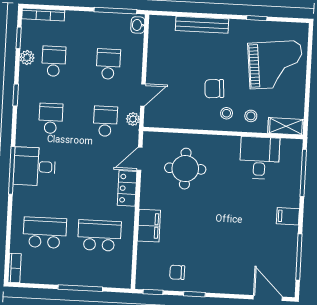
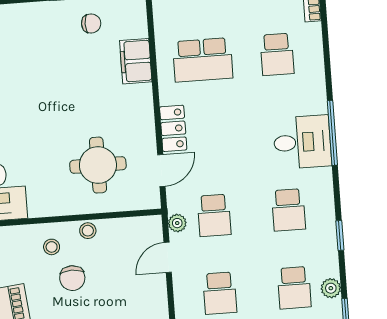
chair: (214, 89) -> (72, 278), turned 94
stool: (251, 116) -> (88, 231), moved
filing cabinet: (149, 226) -> (136, 61), moved
school desk: (45, 233) -> (277, 54), width x0.54

